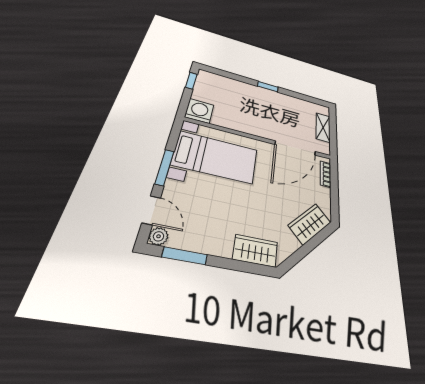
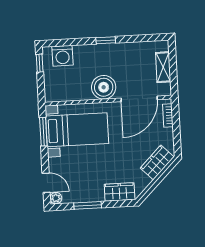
washing machine: (199, 111) -> (63, 56), moved, turned 180
boiler: (258, 125) -> (104, 87), added
window: (165, 167) -> (43, 132), moved
window: (185, 256) -> (88, 205), moved

